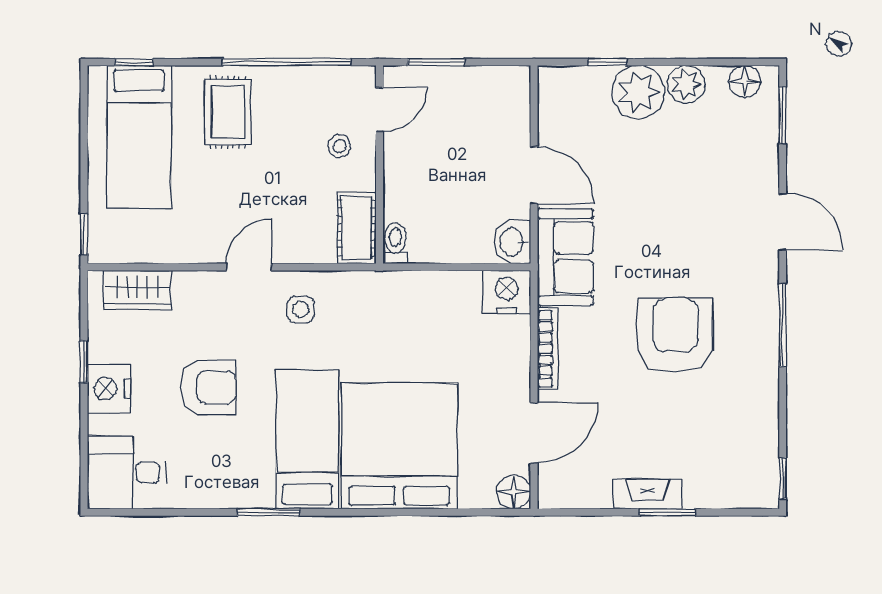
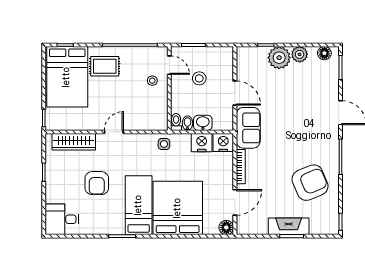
door: (380, 110) -> (169, 65), hinge flipped
rug: (228, 112) -> (105, 66), turned 90
bed: (139, 137) -> (67, 77), width x1.50
stool: (450, 141) -> (199, 78), added
cot: (357, 228) -> (160, 115), removed
washbasin: (512, 242) -> (203, 123), moved, turned 90
bidet: (422, 246) -> (187, 123), added
wardrobe: (137, 290) -> (74, 142), width x1.50
side table: (301, 309) -> (164, 144), moved
armchair: (676, 335) -> (310, 183), moved, turned 67
armchair: (209, 387) -> (97, 183), turned 90
nightstand: (109, 389) -> (202, 143), moved, turned 90
fireplace: (648, 494) -> (289, 226), width x1.37, depth x1.32

